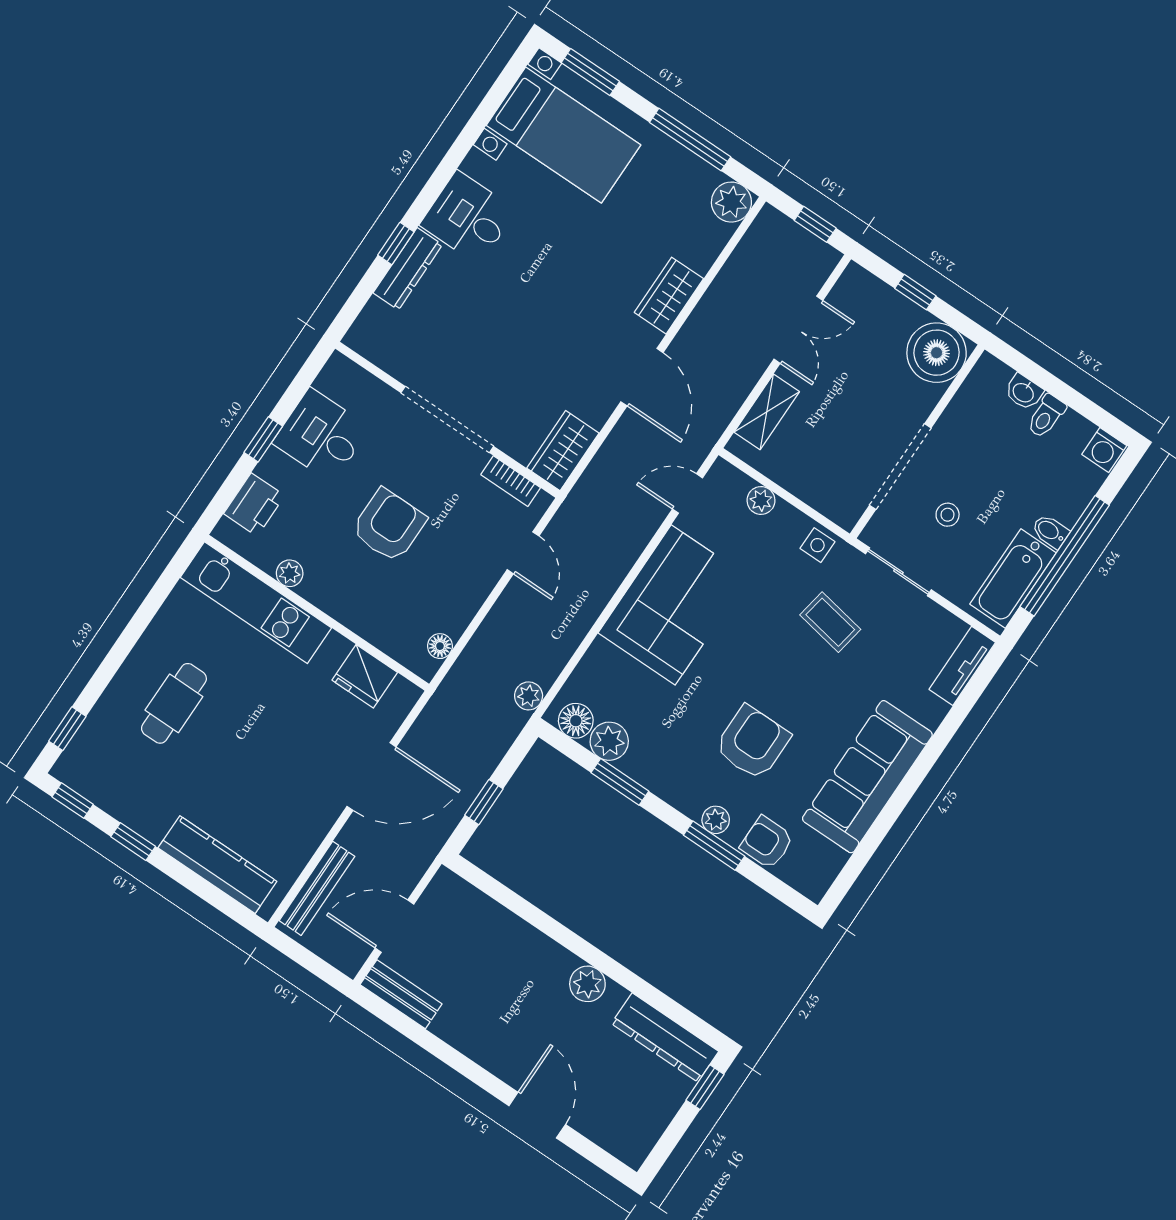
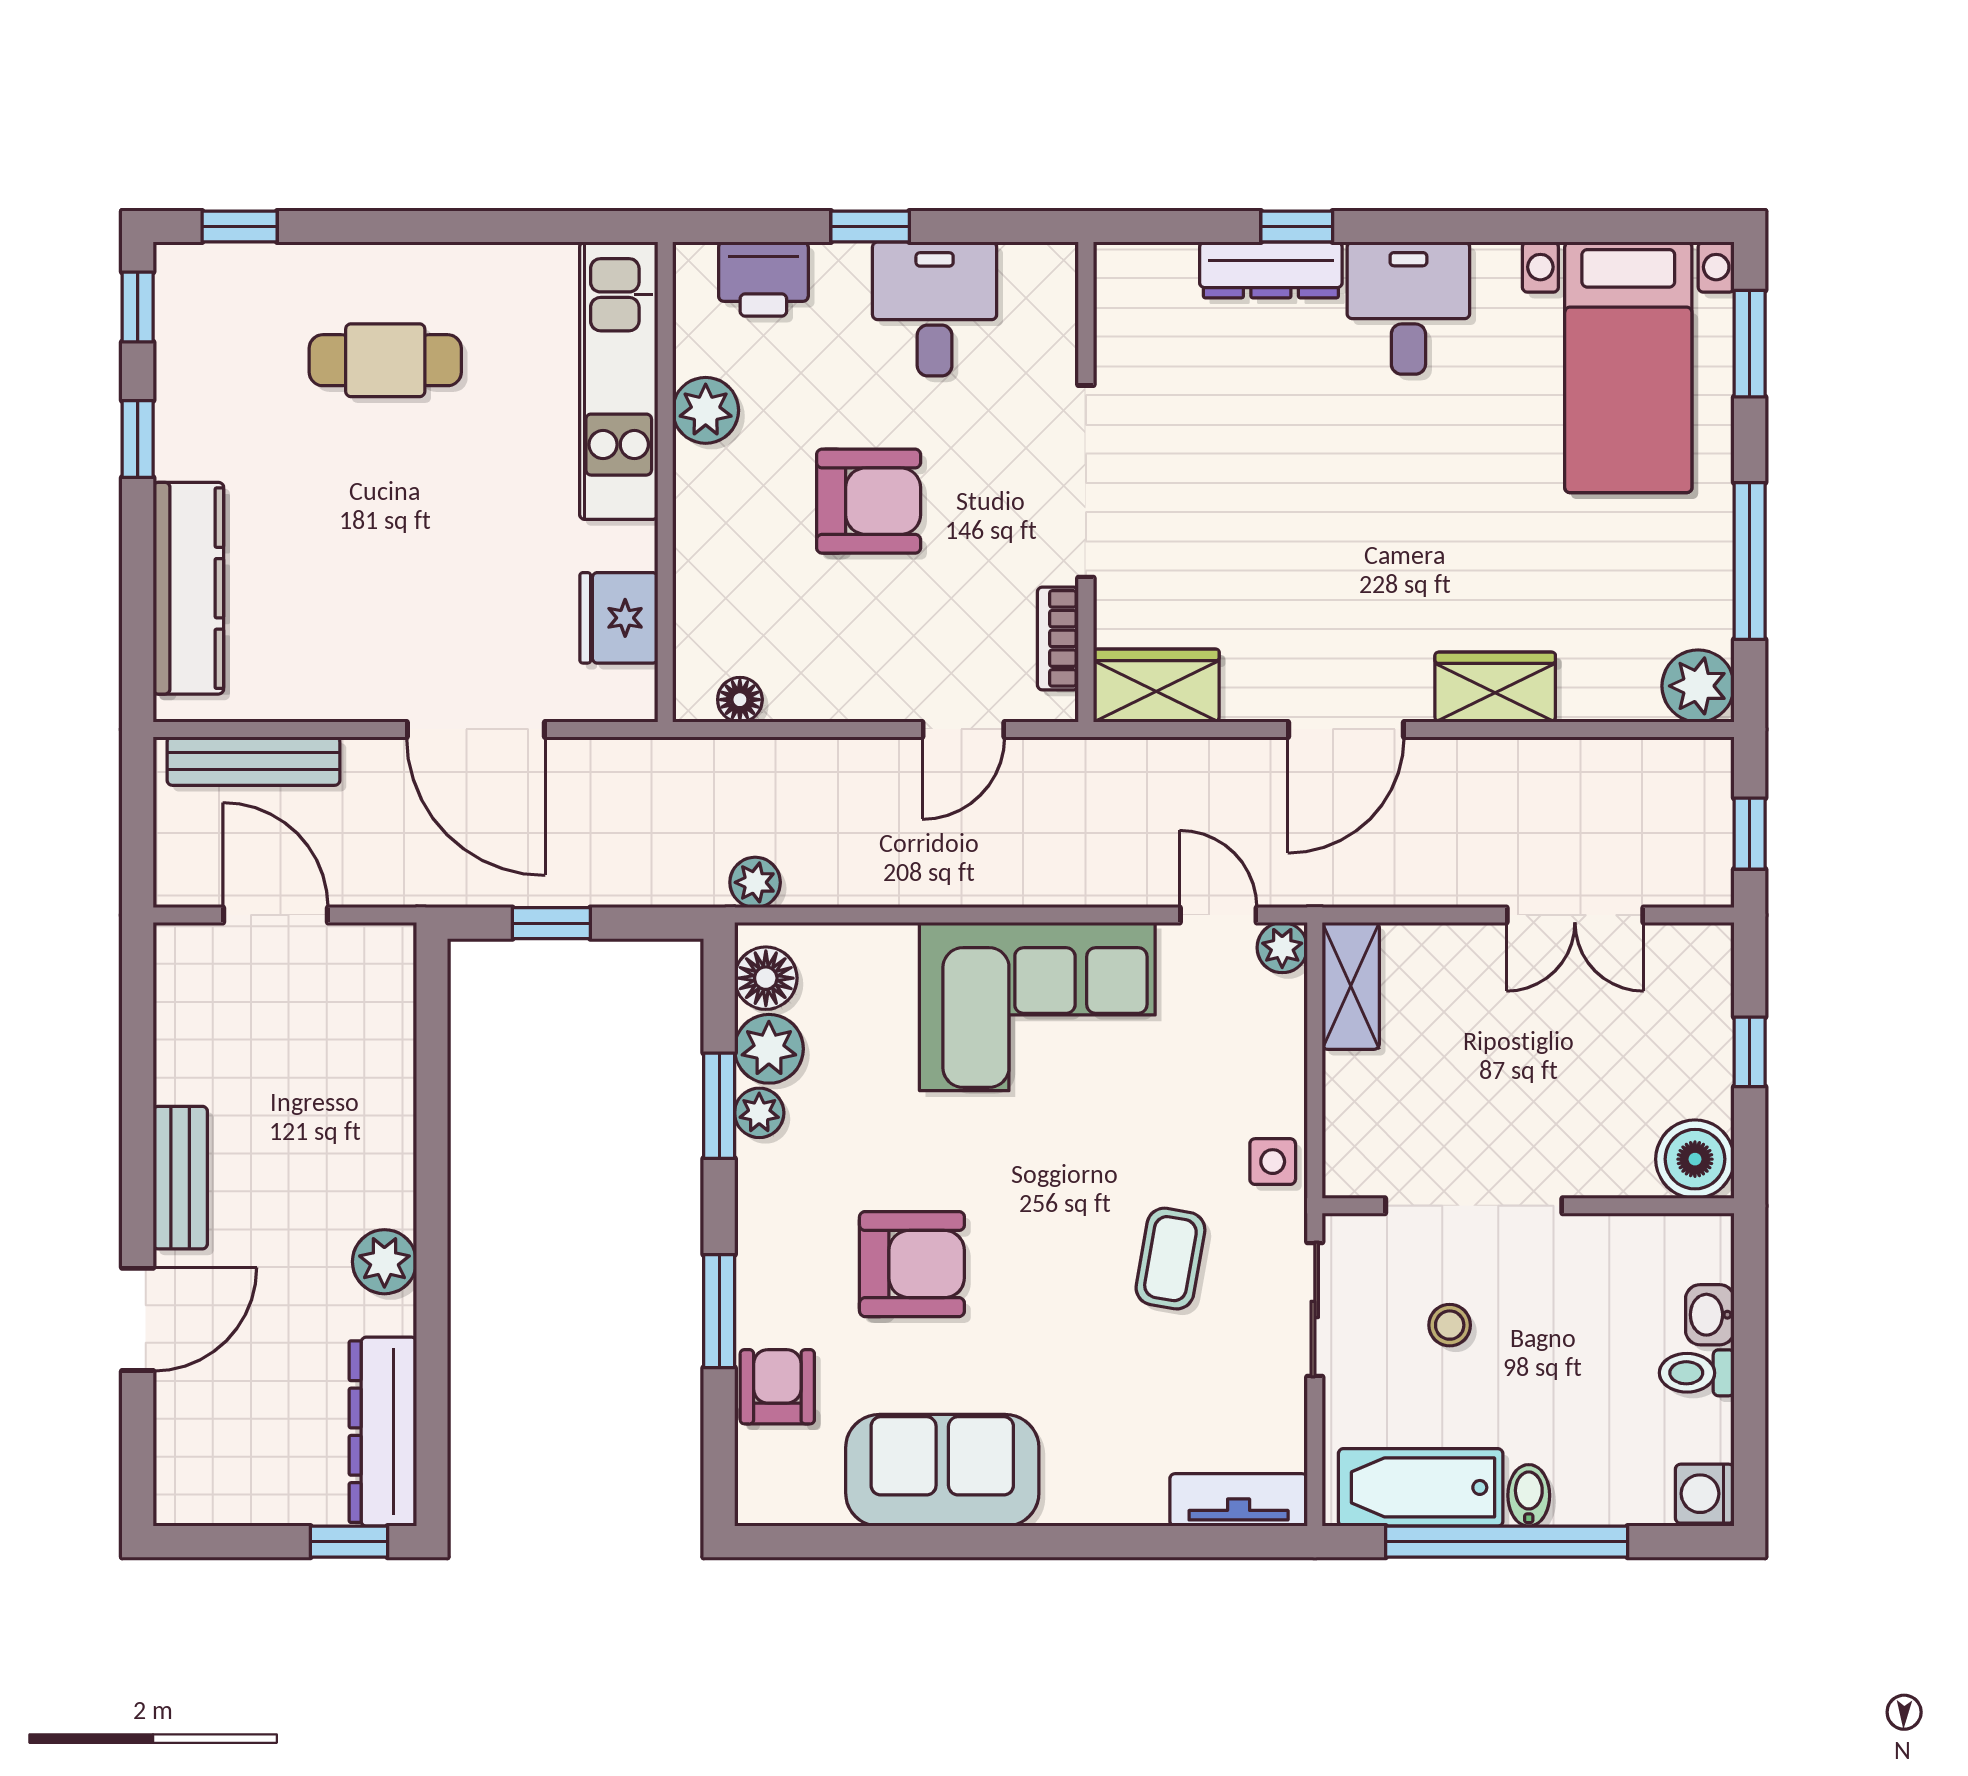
boiler: (937, 353) -> (1695, 1159), width x0.73, depth x0.73
shelving: (767, 412) -> (1351, 986), moved, turned 90
plant: (761, 500) -> (1282, 948), moved
plant: (290, 573) -> (706, 410), width x1.38, depth x1.38
sofa: (867, 777) -> (942, 1470), width x0.73
plant: (716, 820) -> (759, 1113), moved
bench: (401, 994) -> (180, 1178), moved

